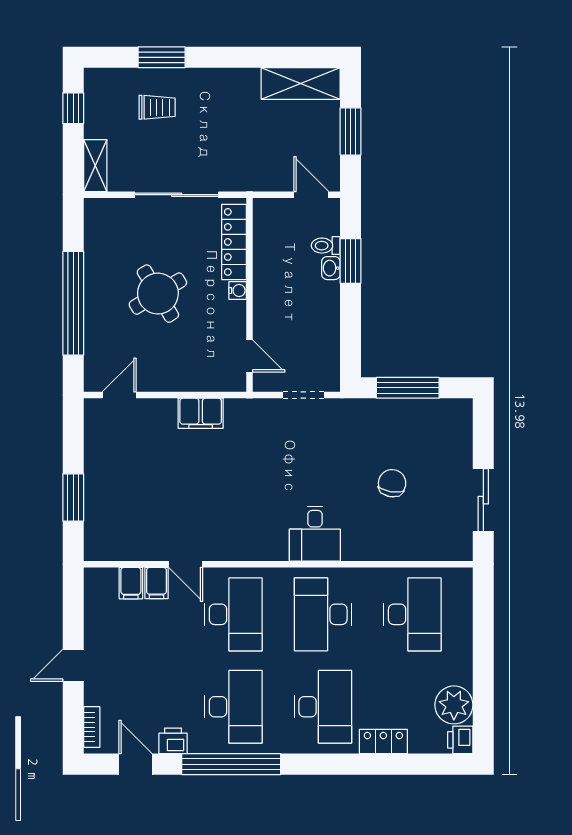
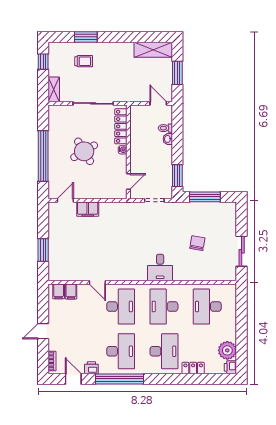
window: (351, 261) -> (177, 176), moved
door: (250, 356) -> (128, 181), hinge flipped
filing cabinet: (201, 413) -> (88, 209), moved
filing cabinet: (156, 583) -> (59, 291), moved
desk: (413, 614) -> (207, 307), turned 180

